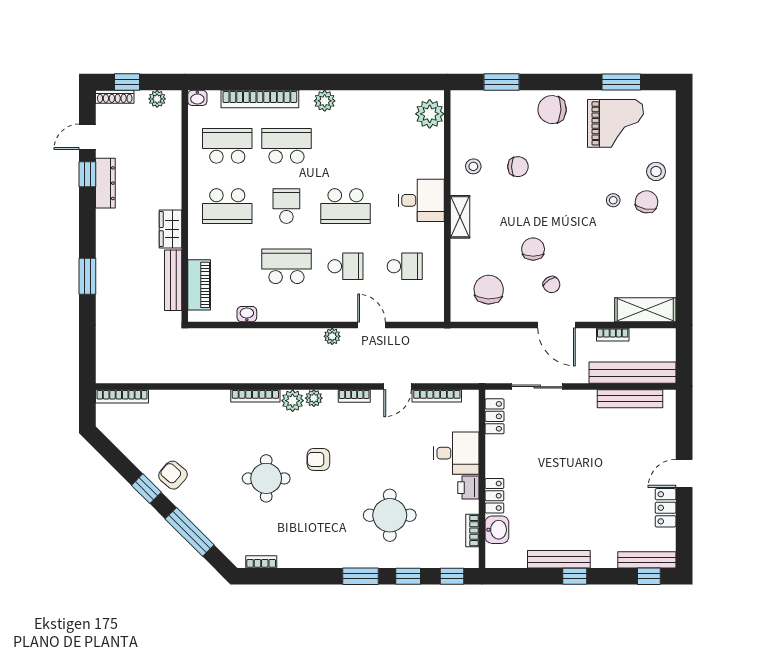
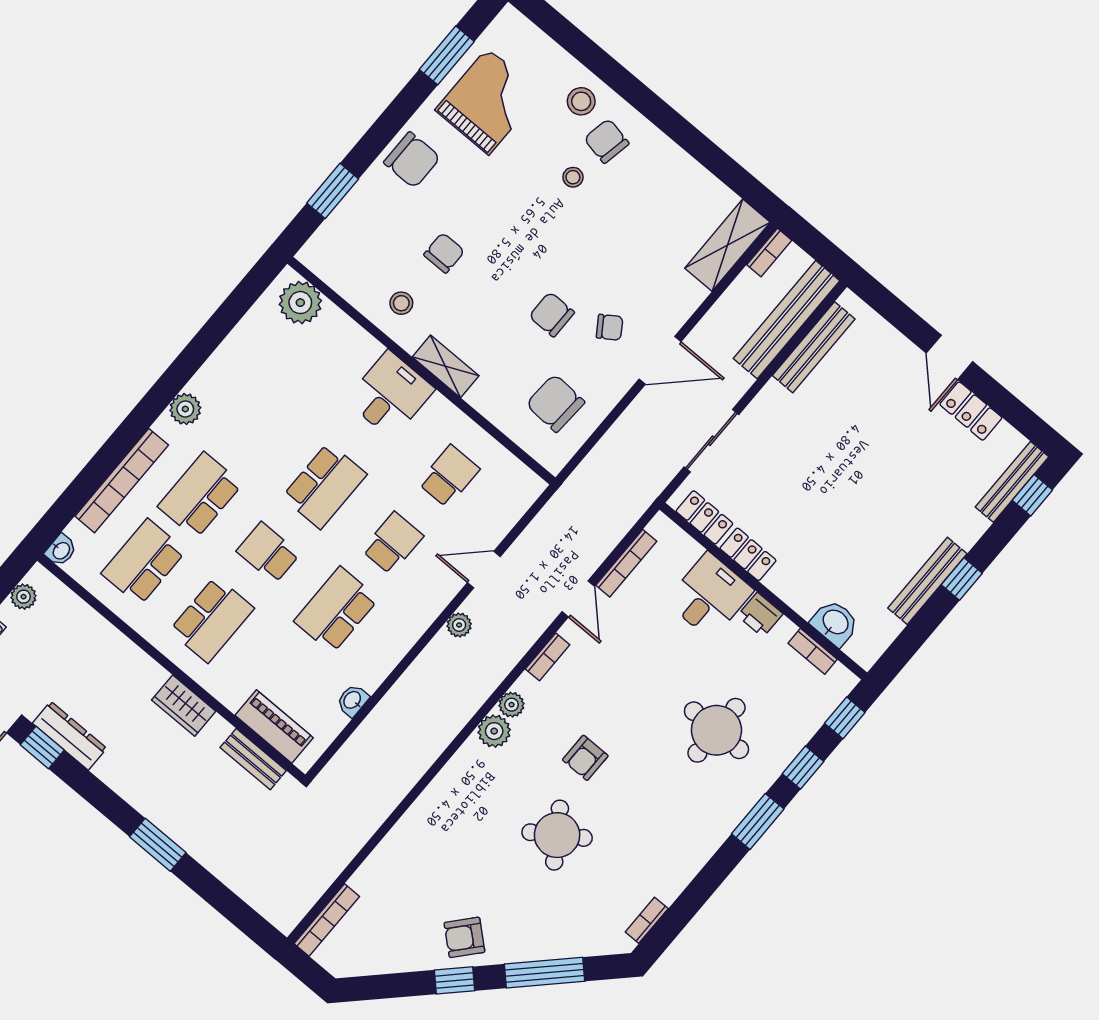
chair: (552, 110) -> (412, 160), turned -93
bench: (173, 280) -> (253, 759), width x0.73
bookcase: (613, 335) -> (769, 253), moved
bookcase: (255, 396) -> (453, 769), removed
round table: (266, 478) -> (557, 835), turned -34
locker: (494, 496) -> (748, 554), moved

